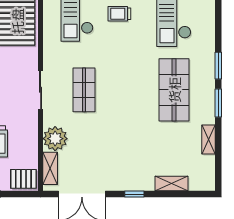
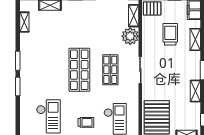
shop shelf: (174, 90) -> (79, 70), moved
shelving: (209, 139) -> (24, 22), moved

